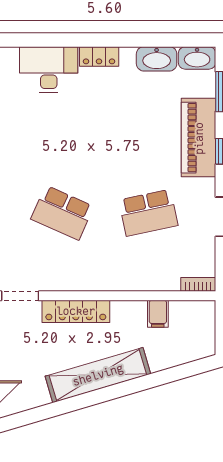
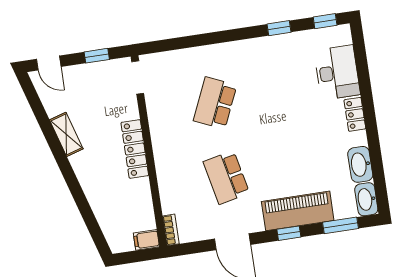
locker: (76, 311) -> (135, 149), moved
filing cabinet: (158, 314) -> (146, 240), moved
shelving: (98, 375) -> (66, 134), width x0.45, depth x0.75

